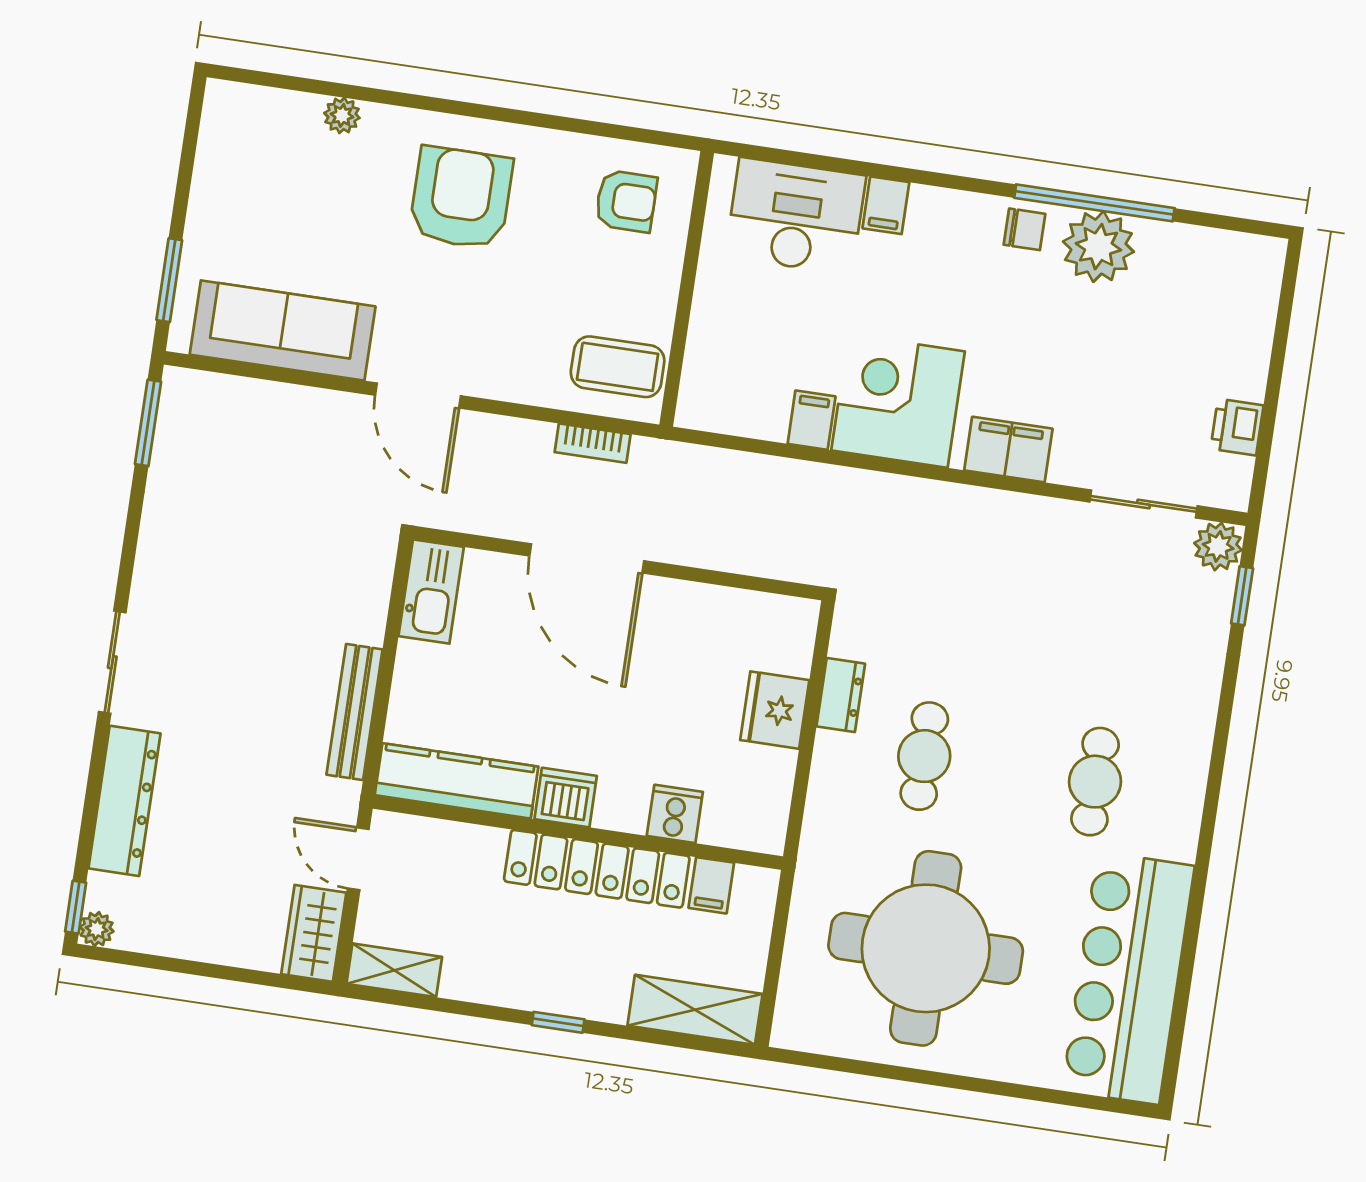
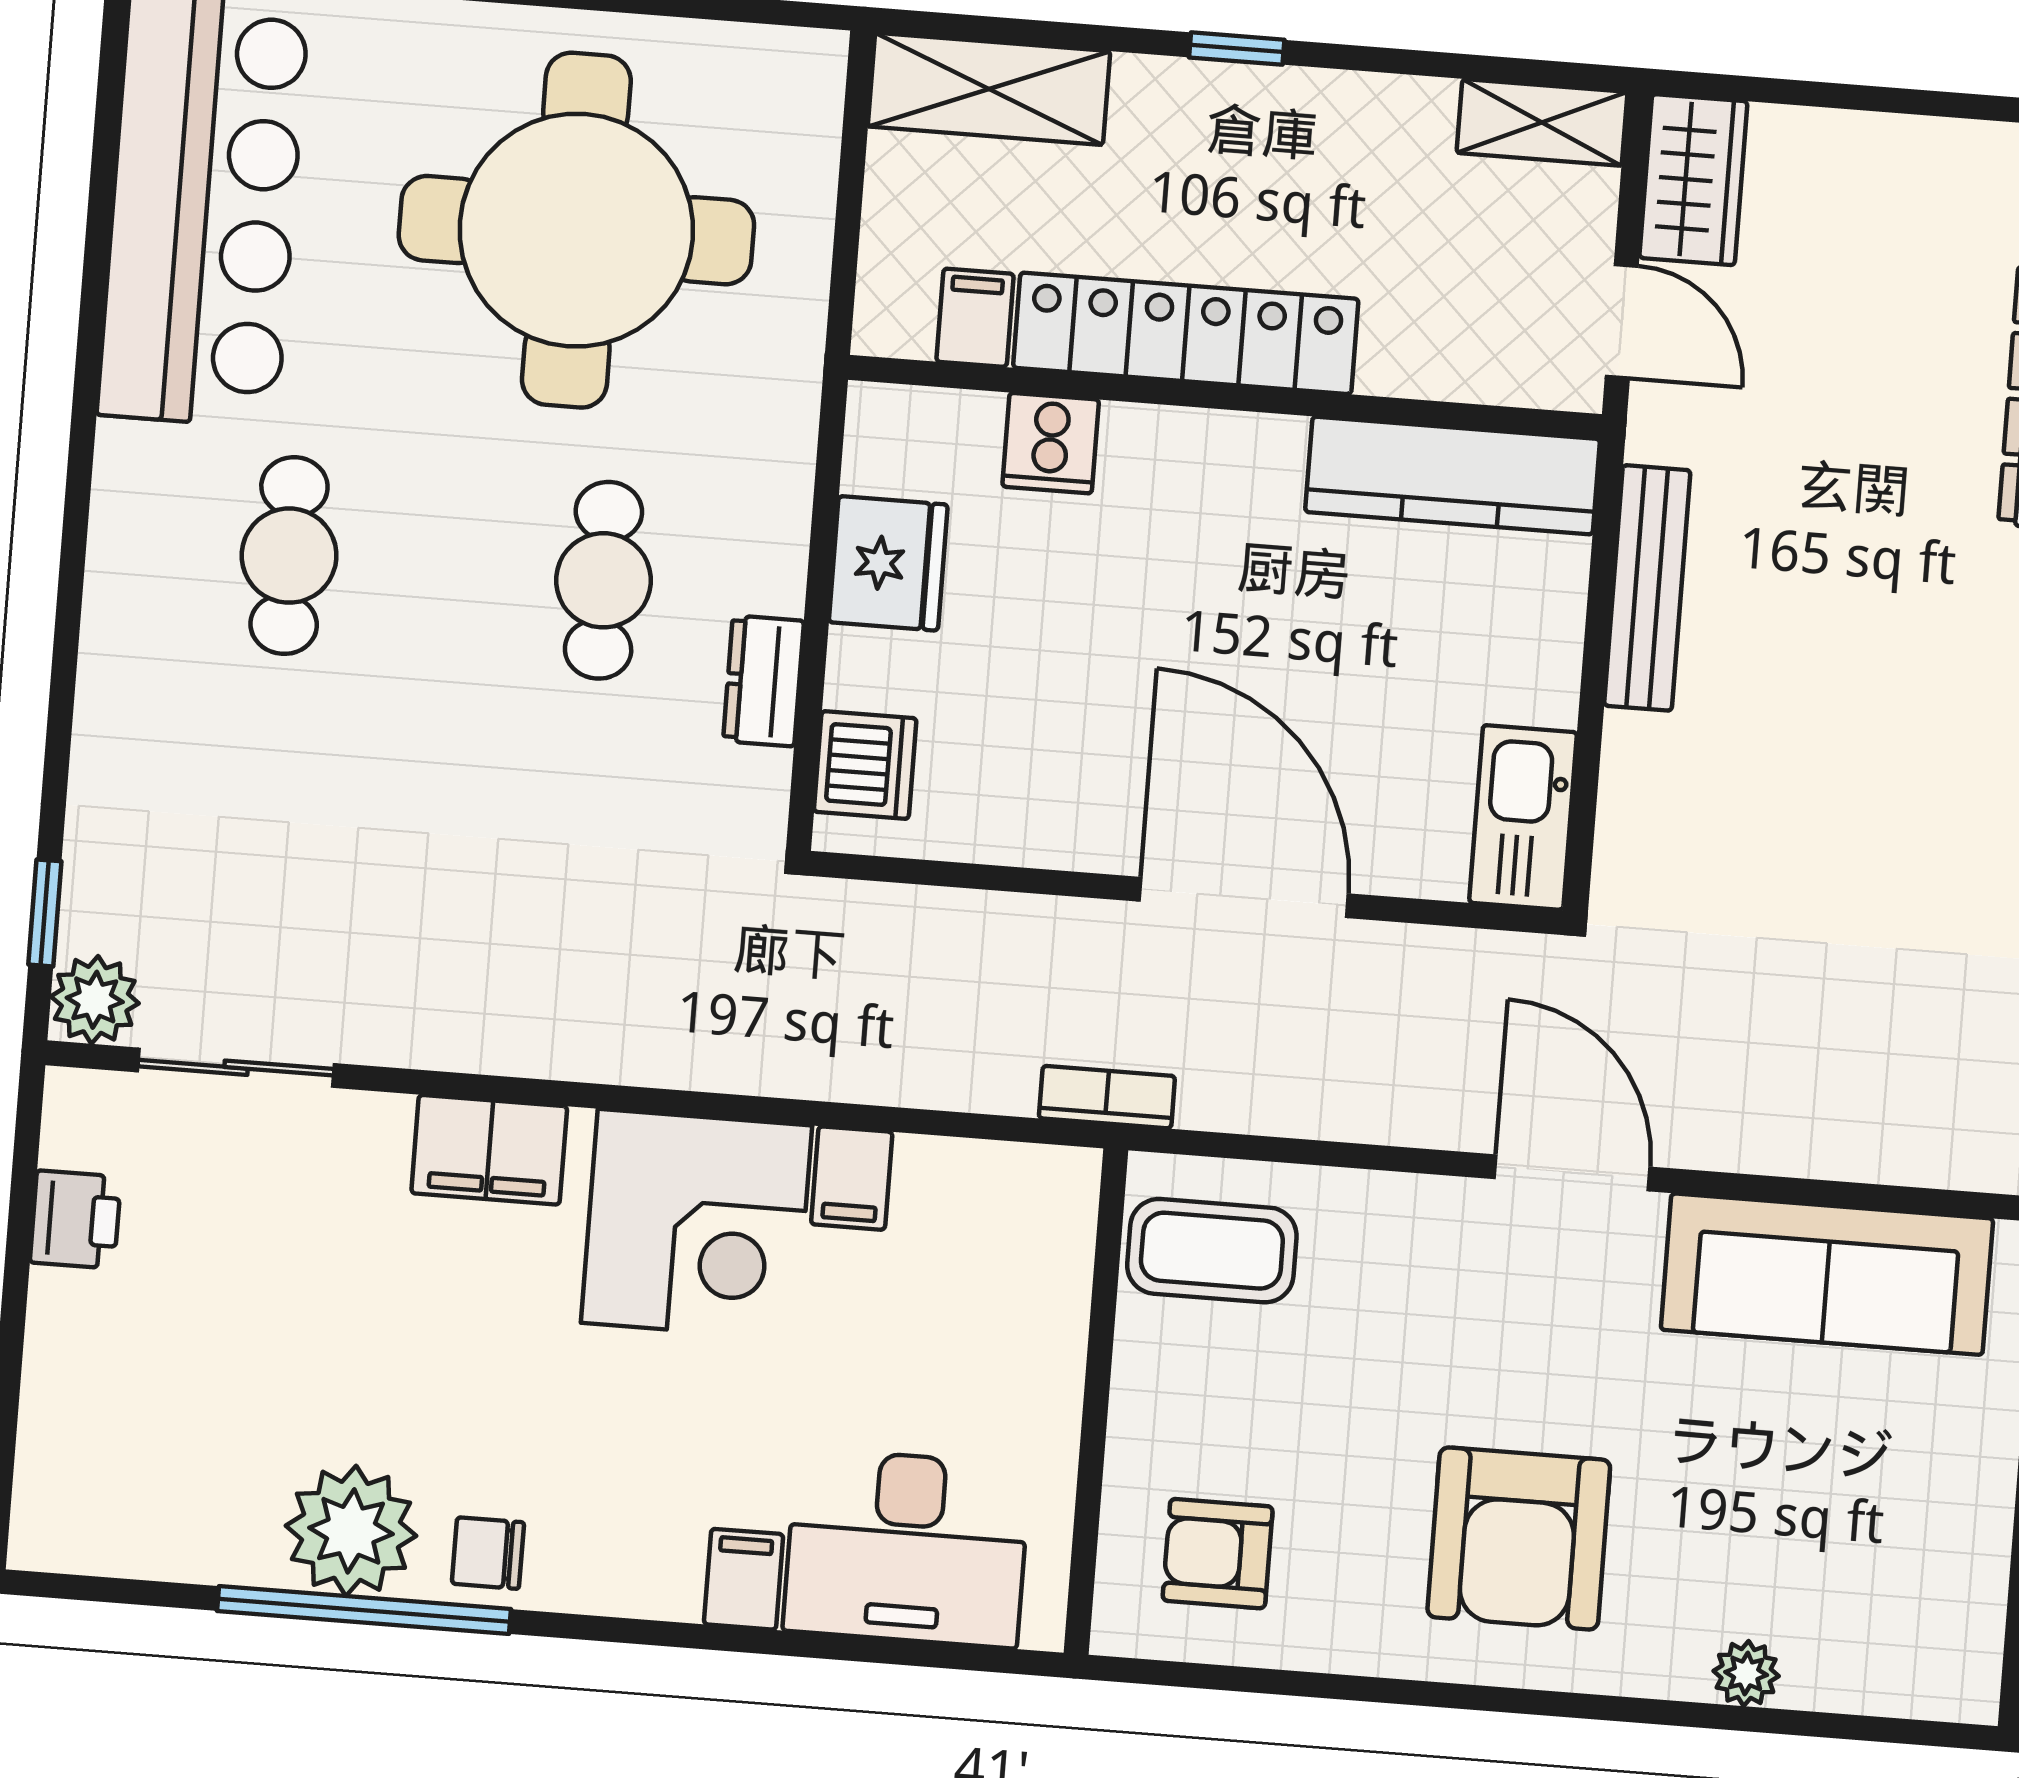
bookcase: (593, 443) -> (1107, 1097), moved
fridge: (775, 710) -> (888, 563), moved
dishwasher: (566, 797) -> (865, 765), moved, turned -90

